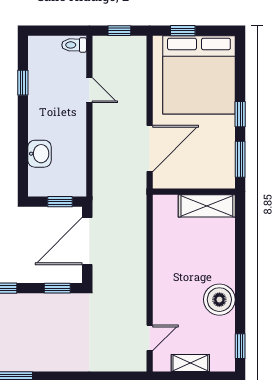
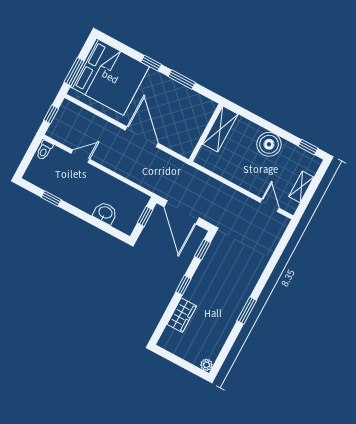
window: (183, 31) -> (74, 72), width x1.50
wall: (194, 192) -> (206, 133), moved
shelving: (207, 206) -> (220, 129), moved

